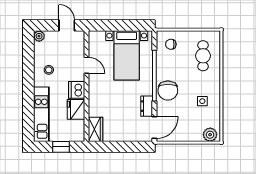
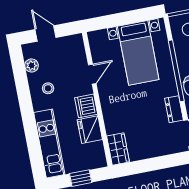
door: (67, 25) -> (46, 33), moved
plant: (39, 36) -> (31, 66), moved
door: (87, 65) -> (92, 74), hinge flipped

